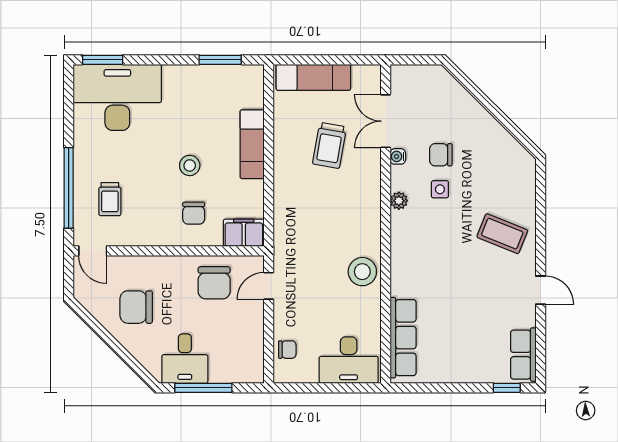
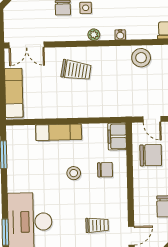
double door: (386, 121) -> (27, 45), moved
trolley: (329, 145) -> (76, 70), moved
water cooler: (398, 156) -> (120, 35), moved

